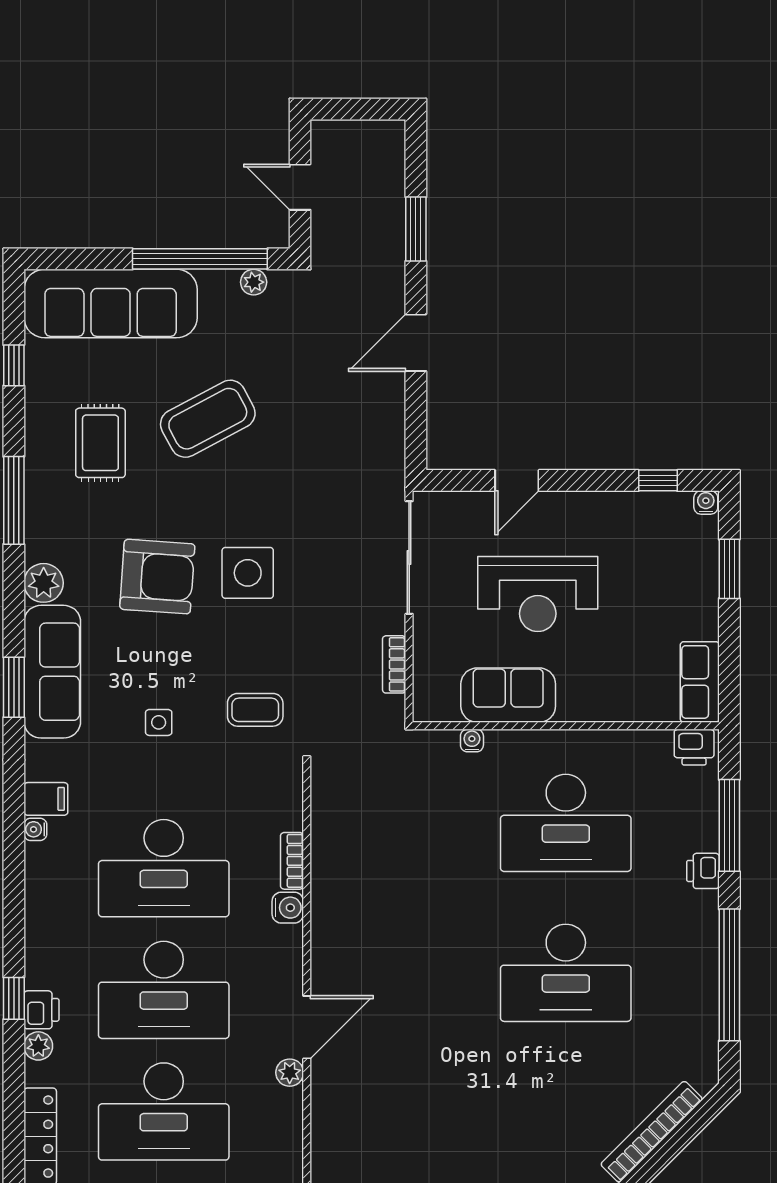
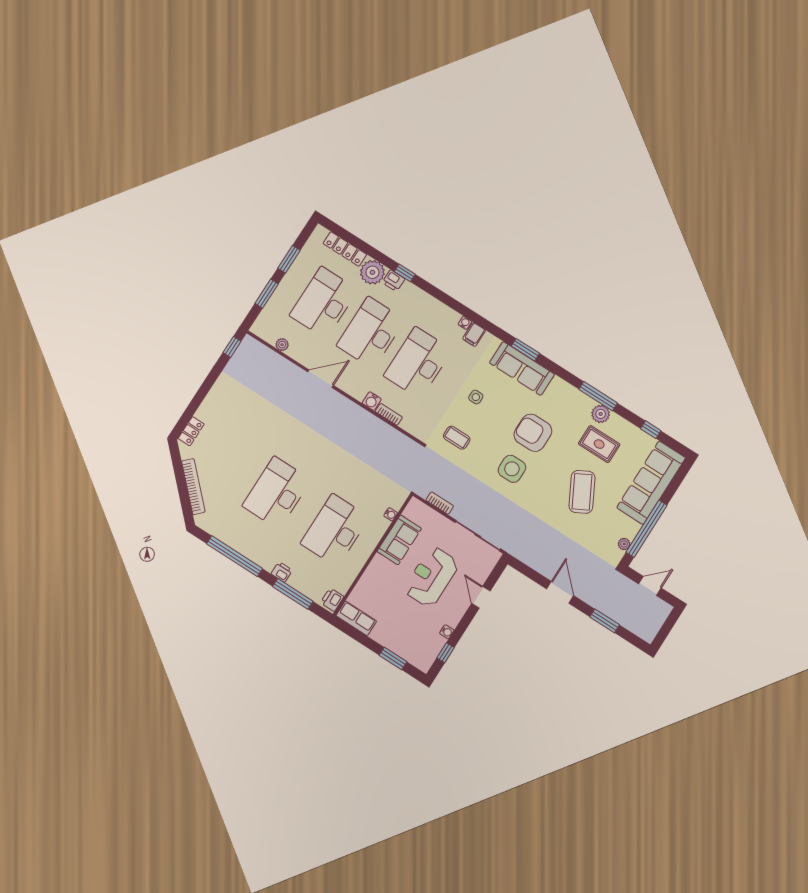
water cooler: (706, 502) -> (447, 632), moved
armchair: (157, 577) -> (533, 433), turned 86
plant: (44, 583) -> (601, 414), moved
coffee table: (255, 710) -> (457, 438), turned 90
door: (307, 1027) -> (321, 379), swing flipped
plant: (38, 1046) -> (372, 272), width x1.87, depth x1.87
plant: (290, 1073) -> (282, 345), moved

